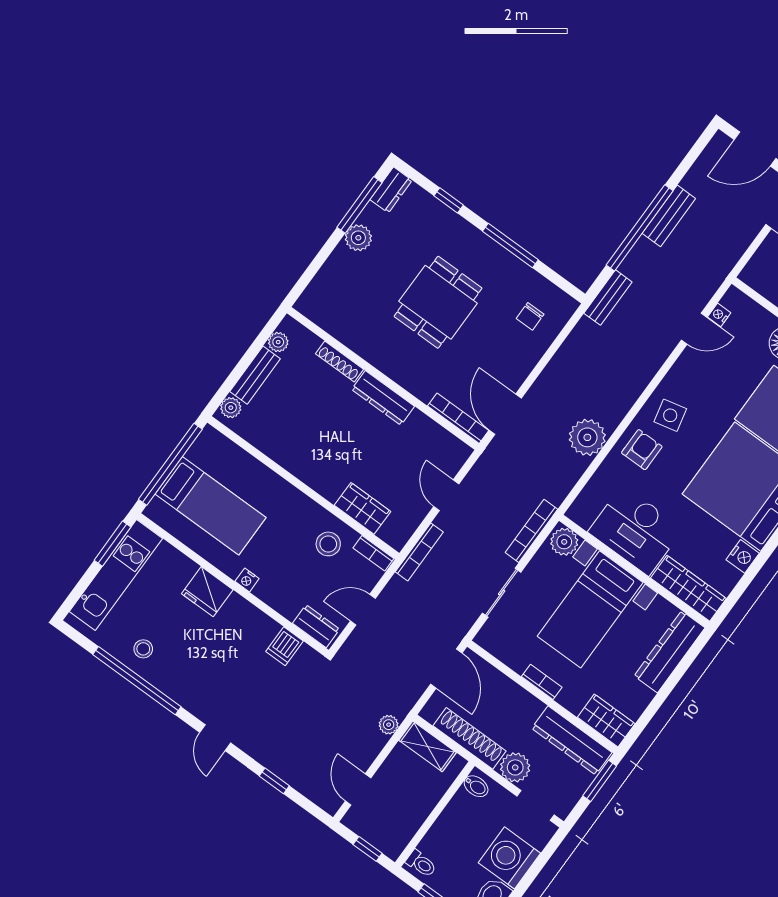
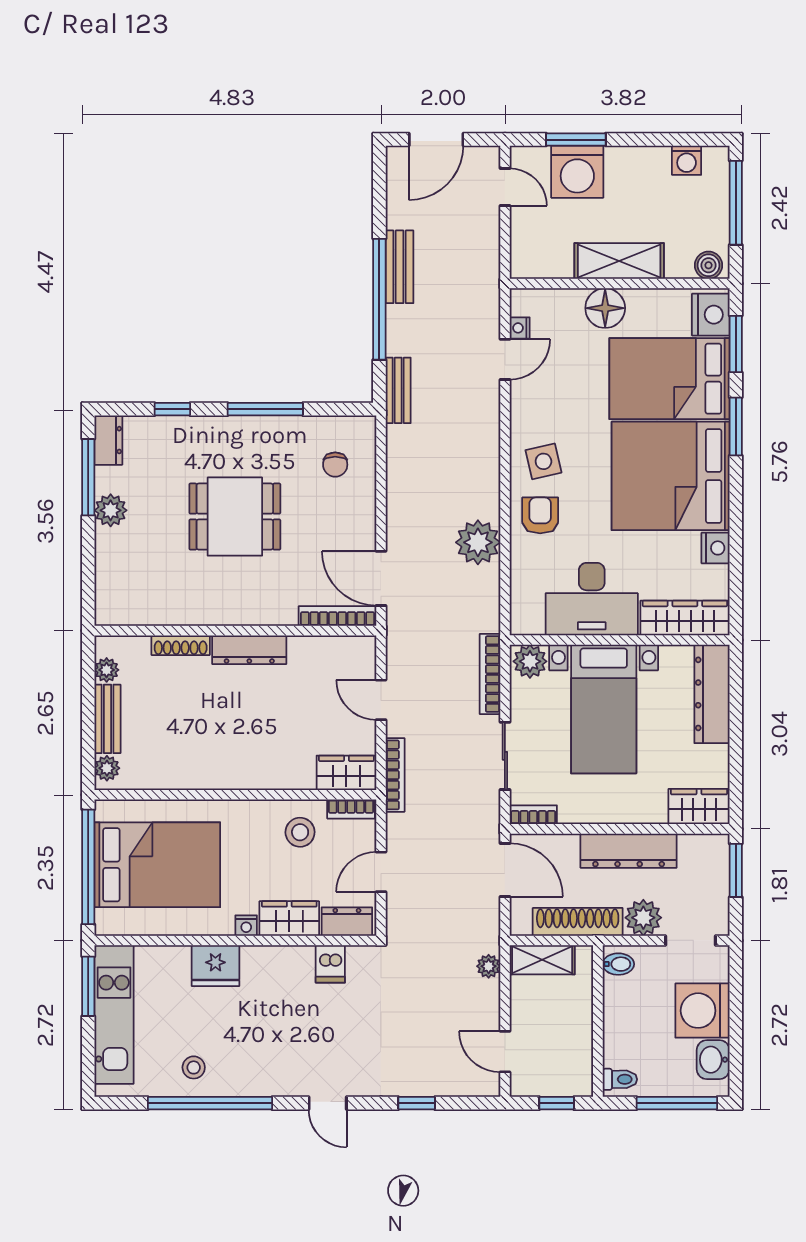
dining table: (438, 302) -> (235, 517), turned 90
bed: (211, 506) -> (157, 865), width x1.50
wardrobe: (363, 508) -> (346, 773), moved
wardrobe: (279, 596) -> (289, 918), added
bookcase: (542, 682) -> (533, 815), moved
dresser: (572, 740) -> (629, 851), moved

